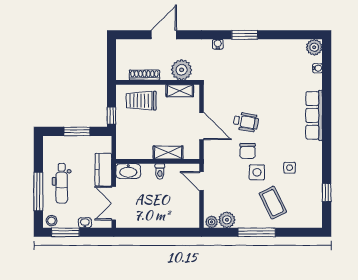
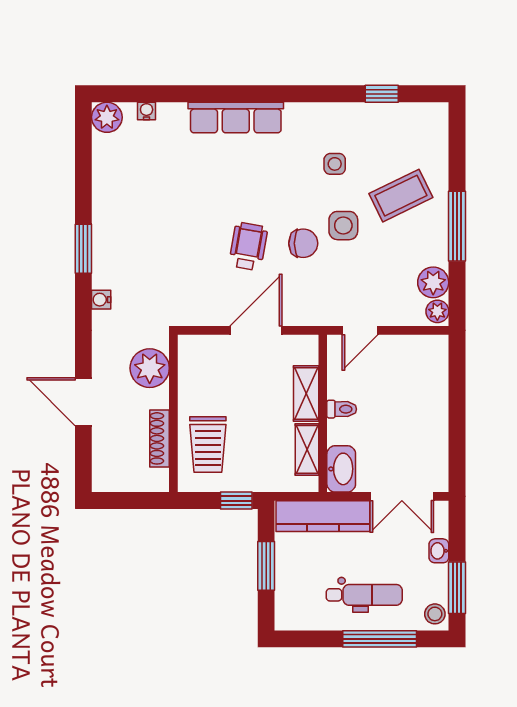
shelving: (180, 91) -> (307, 449), moved
kitchen counter: (103, 170) -> (323, 516), width x1.50

